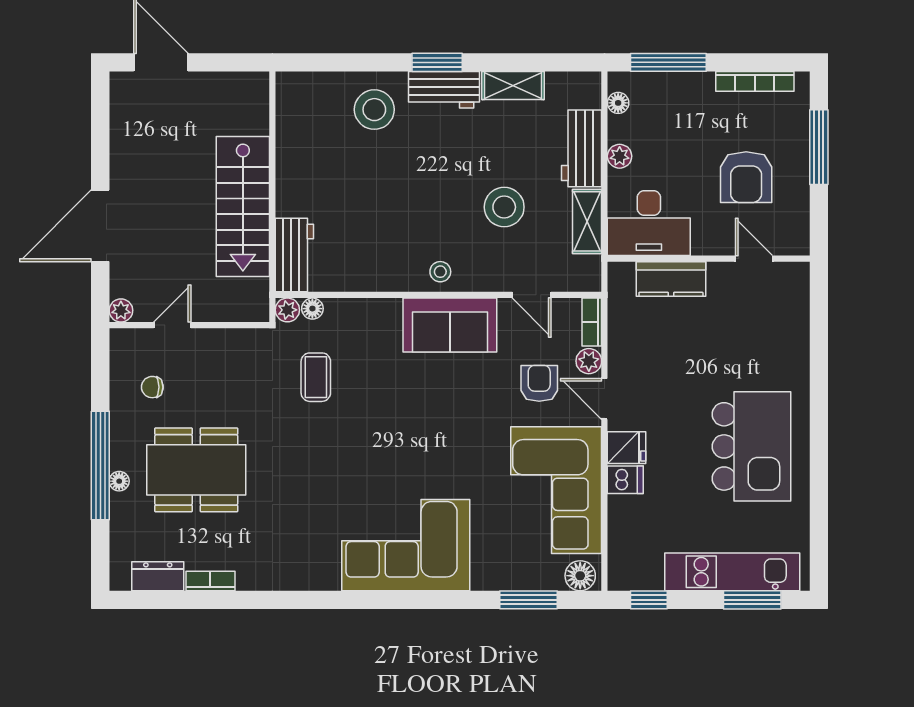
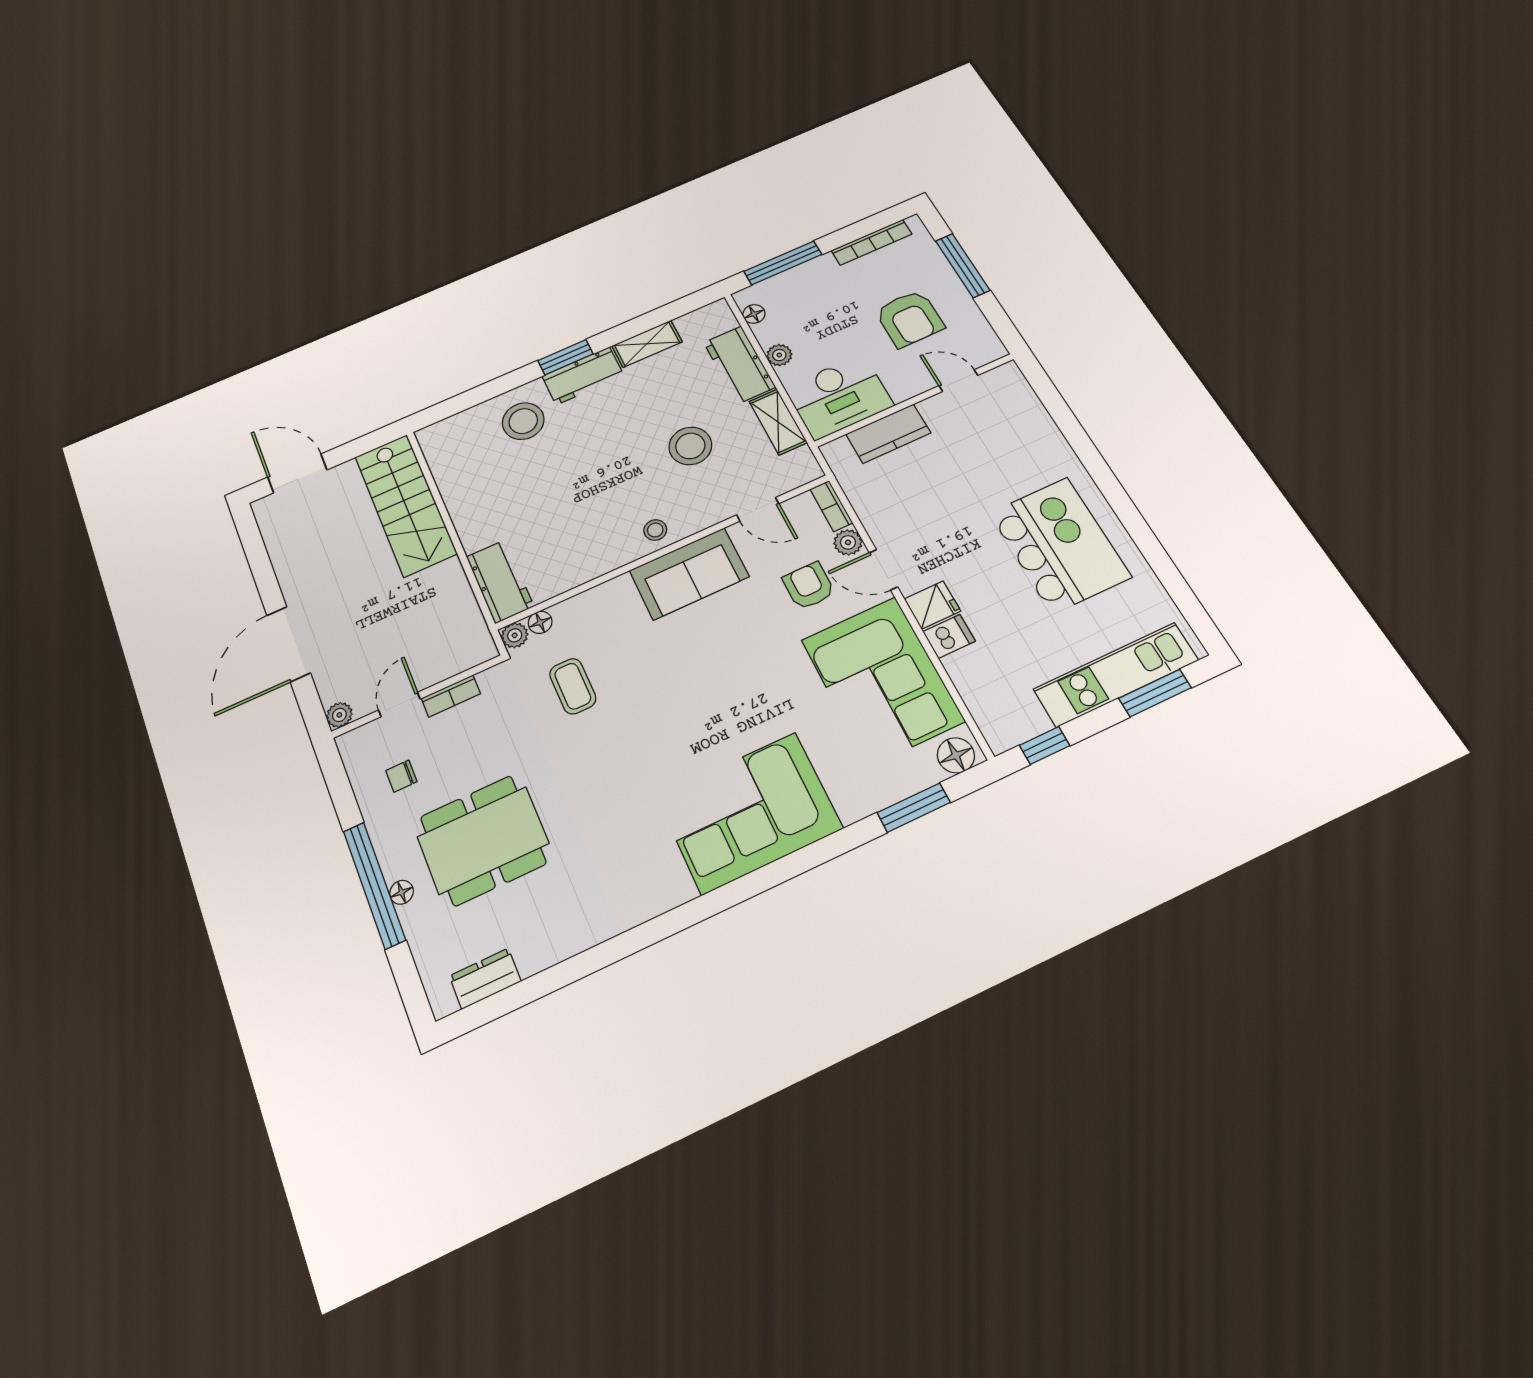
stairs: (243, 207) -> (405, 505), moved
bookcase: (210, 581) -> (451, 696), moved, turned 180

